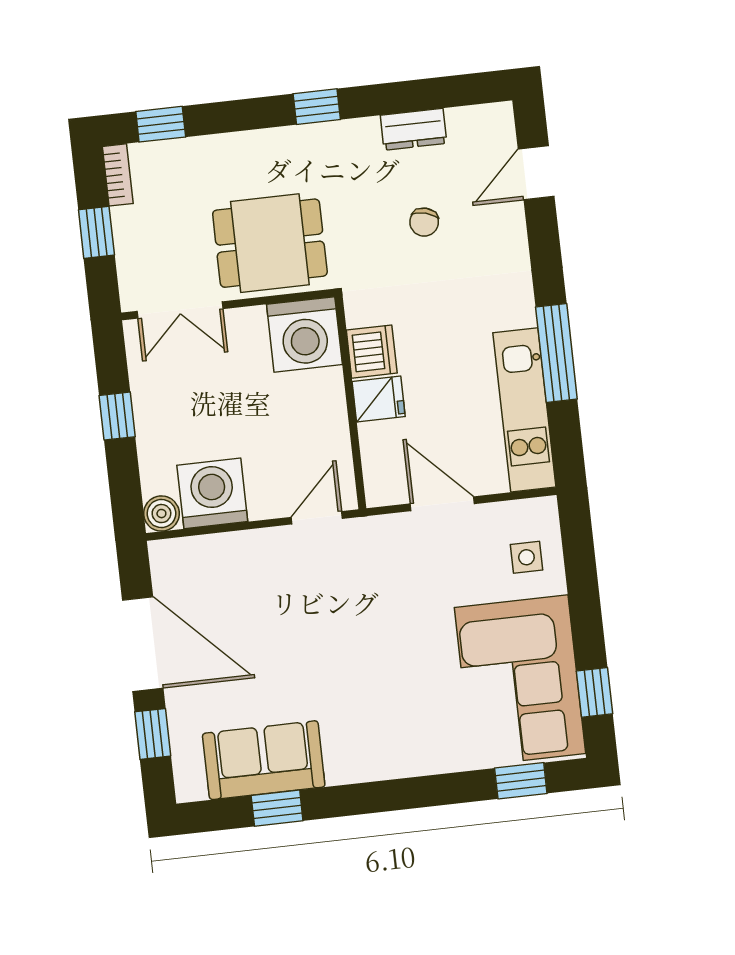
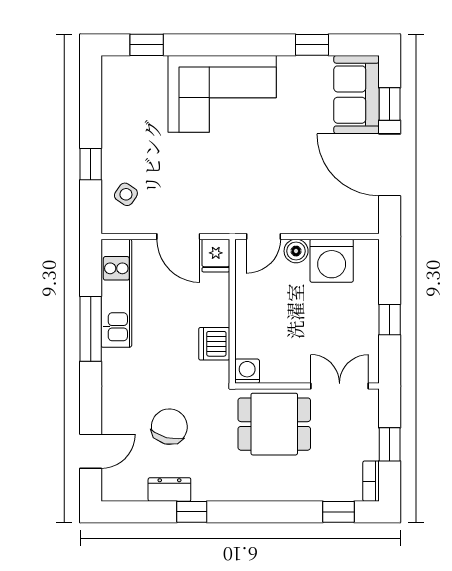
window: (317, 107) -> (192, 512), moved
chair: (424, 222) -> (169, 427), width x1.87, depth x1.87
washing machine: (304, 334) -> (247, 371), width x0.53, depth x0.53
fridge: (379, 399) -> (216, 256), moved, turned -90
boiler: (161, 514) -> (296, 251), moved
side table: (526, 557) -> (126, 194), turned 34
corner sofa: (520, 681) -> (222, 94), moved, turned 90
window: (594, 692) -> (91, 164), moved
sofa: (264, 760) -> (357, 95), moved, turned 90

